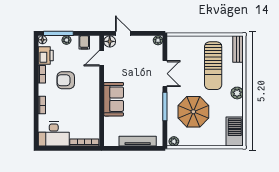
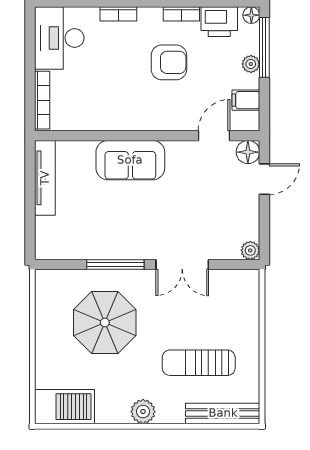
bench: (238, 49) -> (223, 413), width x1.36
door: (102, 58) -> (214, 136), hinge flipped
sun lounger: (213, 66) -> (199, 363), width x0.73, depth x0.75
armchair: (66, 80) -> (169, 62), turned 90
tv unit: (138, 141) -> (45, 178), moved
plant: (174, 141) -> (44, 283), removed

